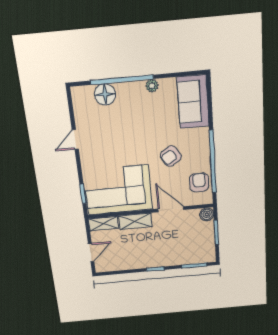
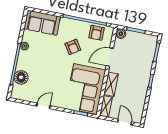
door: (75, 139) -> (43, 106), swing flipped
armchair: (199, 182) -> (96, 33), turned -90

